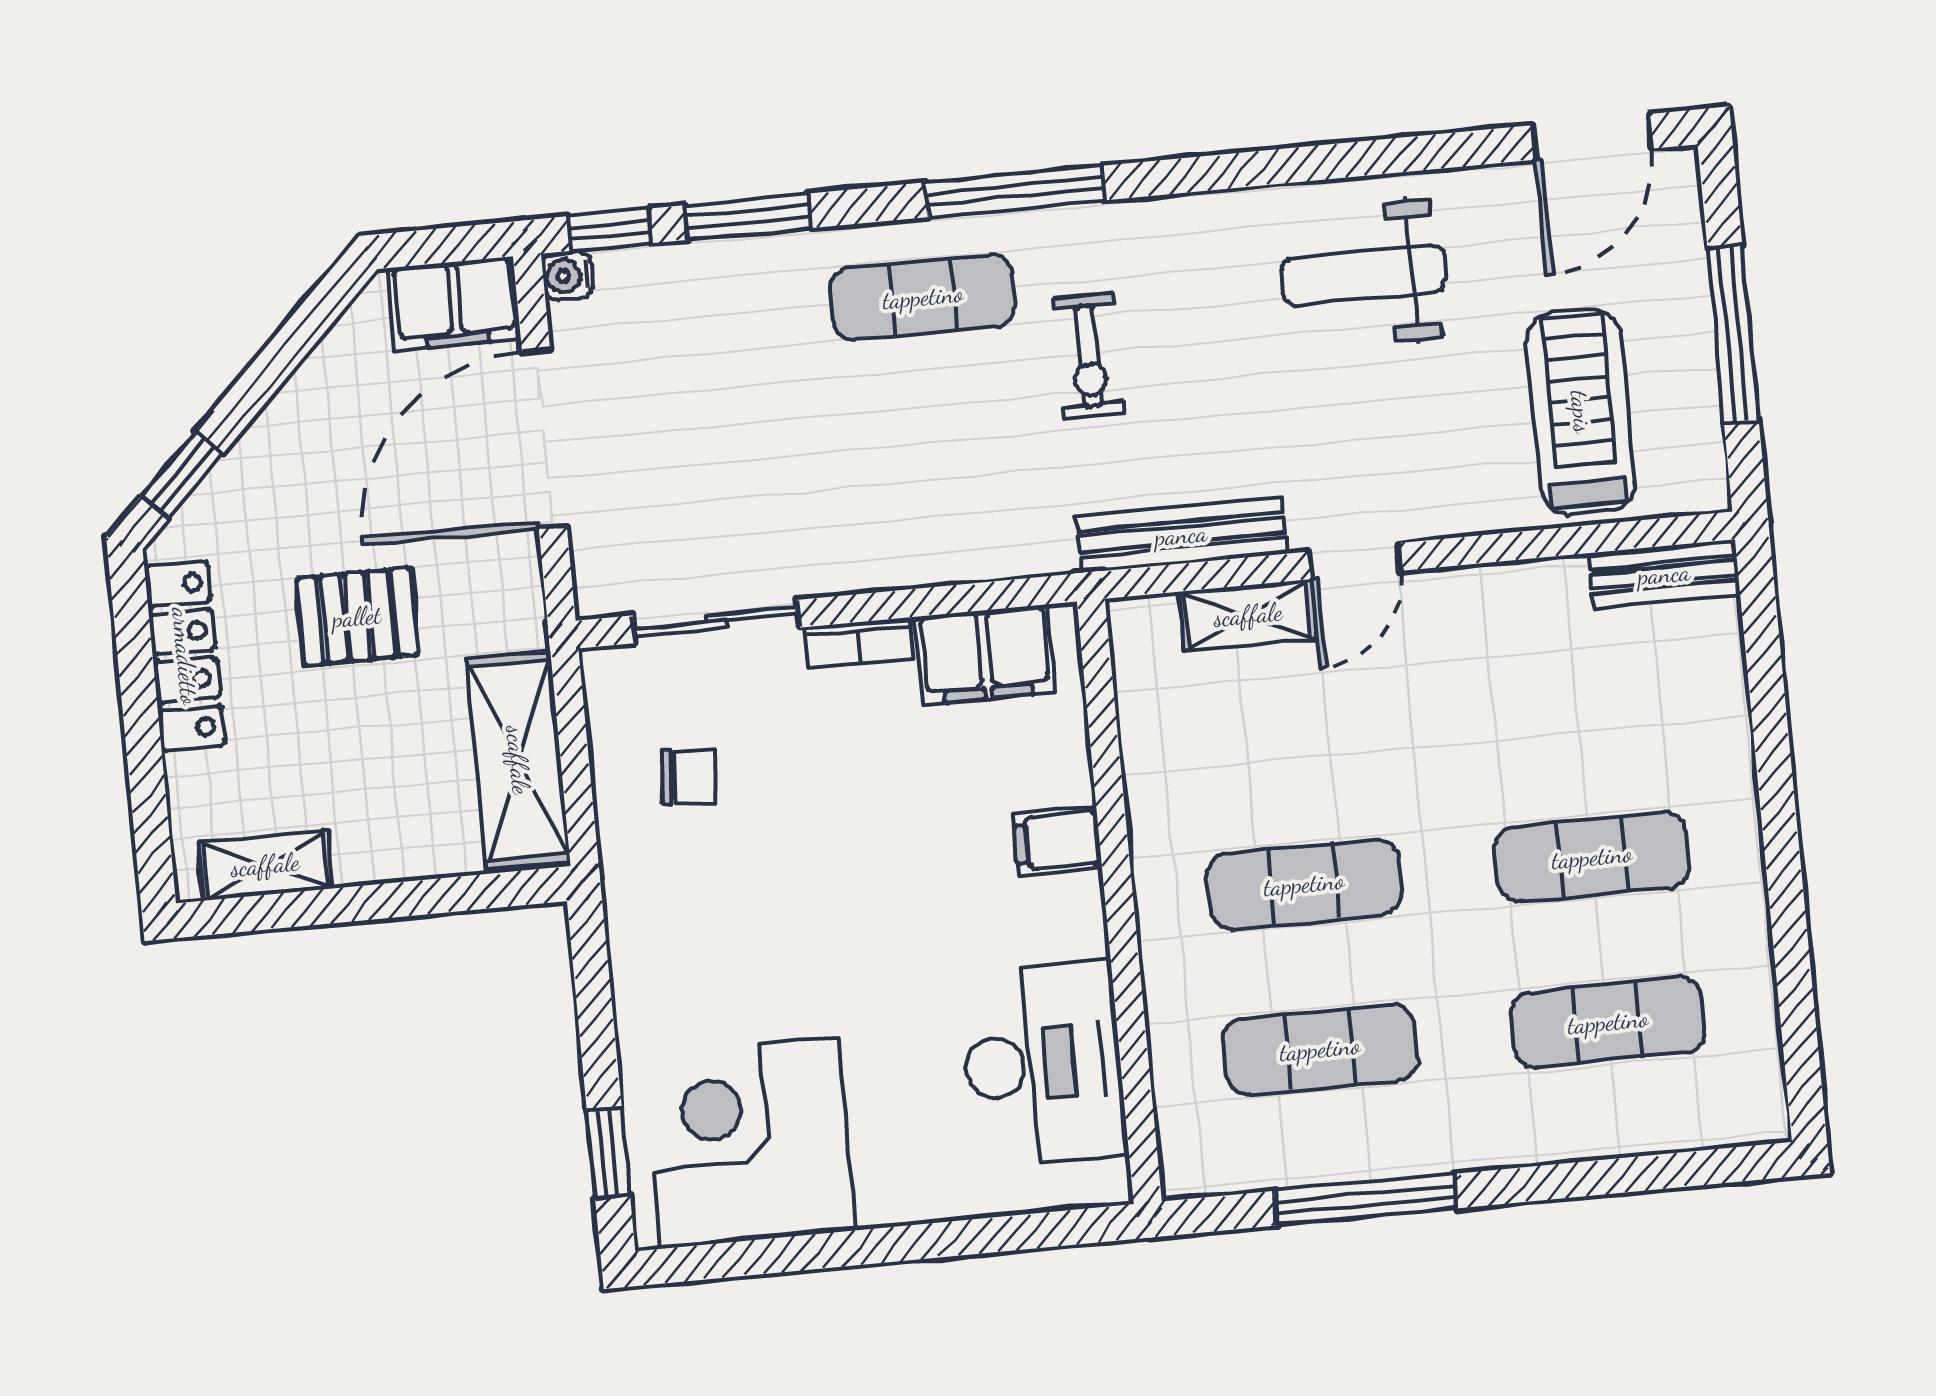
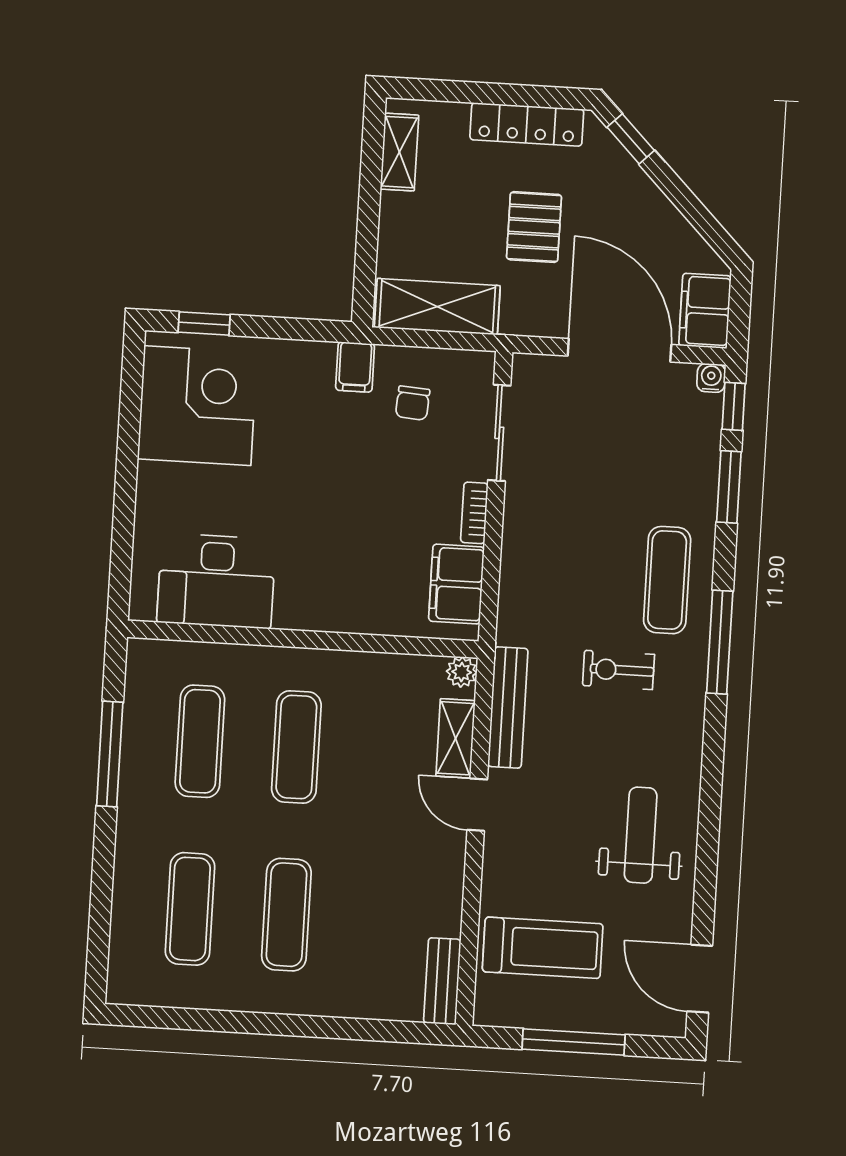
plant: (1133, 623) -> (462, 672), added
filing cabinet: (1058, 840) -> (355, 367), moved, turned 180

